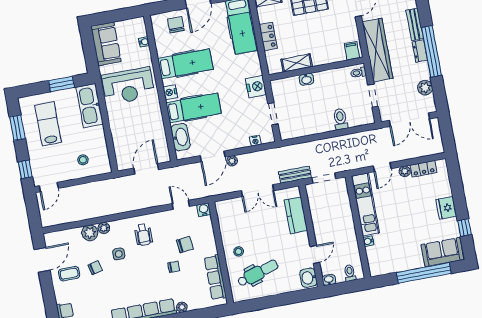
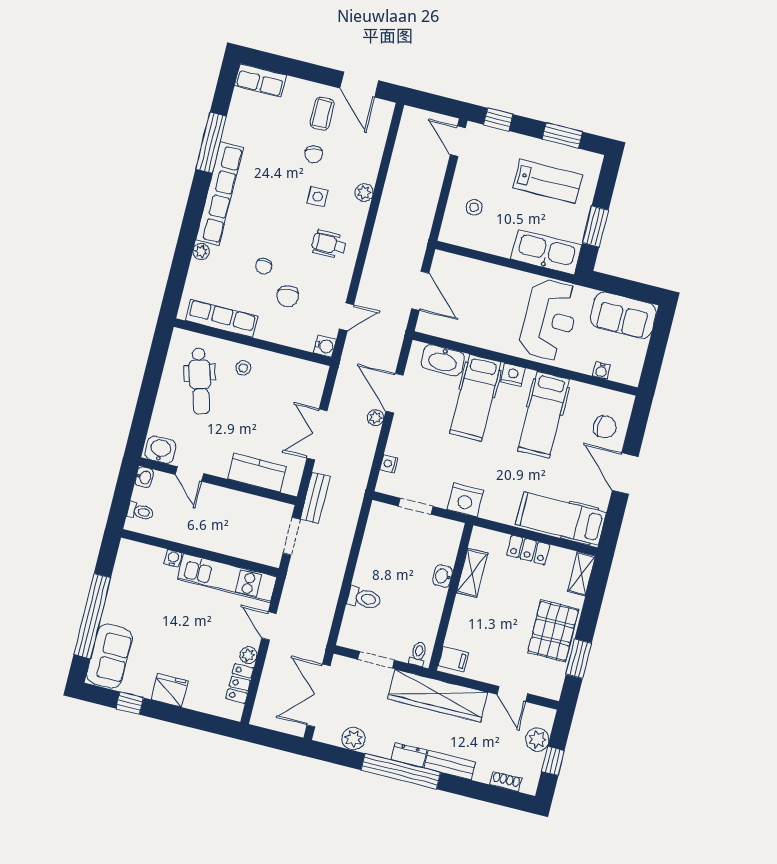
reception desk: (128, 86) -> (549, 320), turned 180
plant: (90, 233) -> (366, 169), removed

